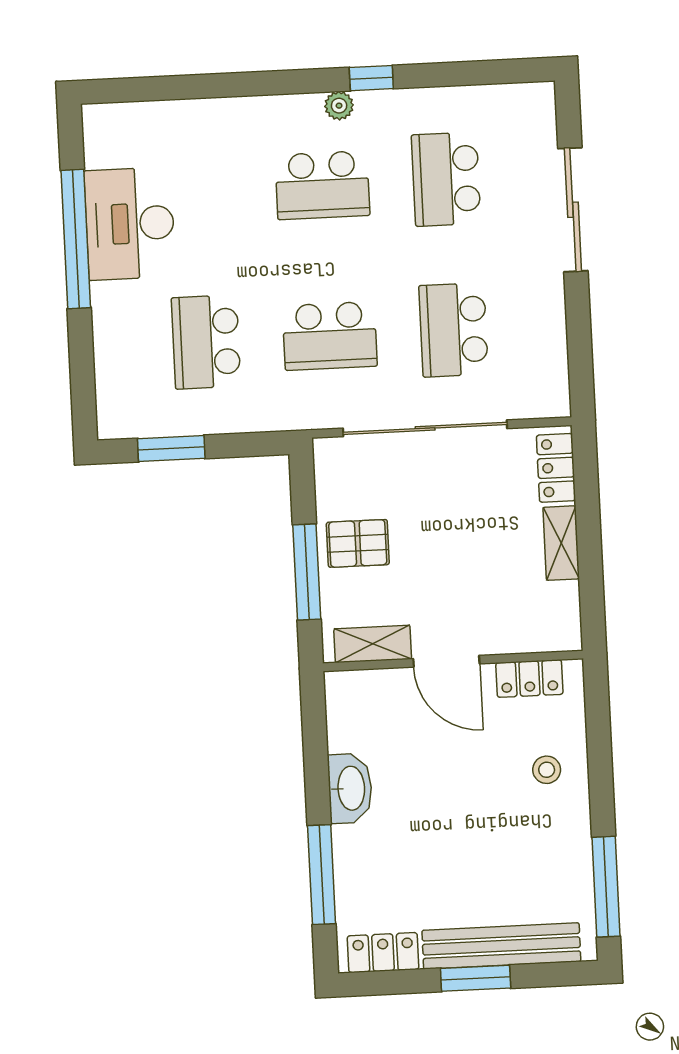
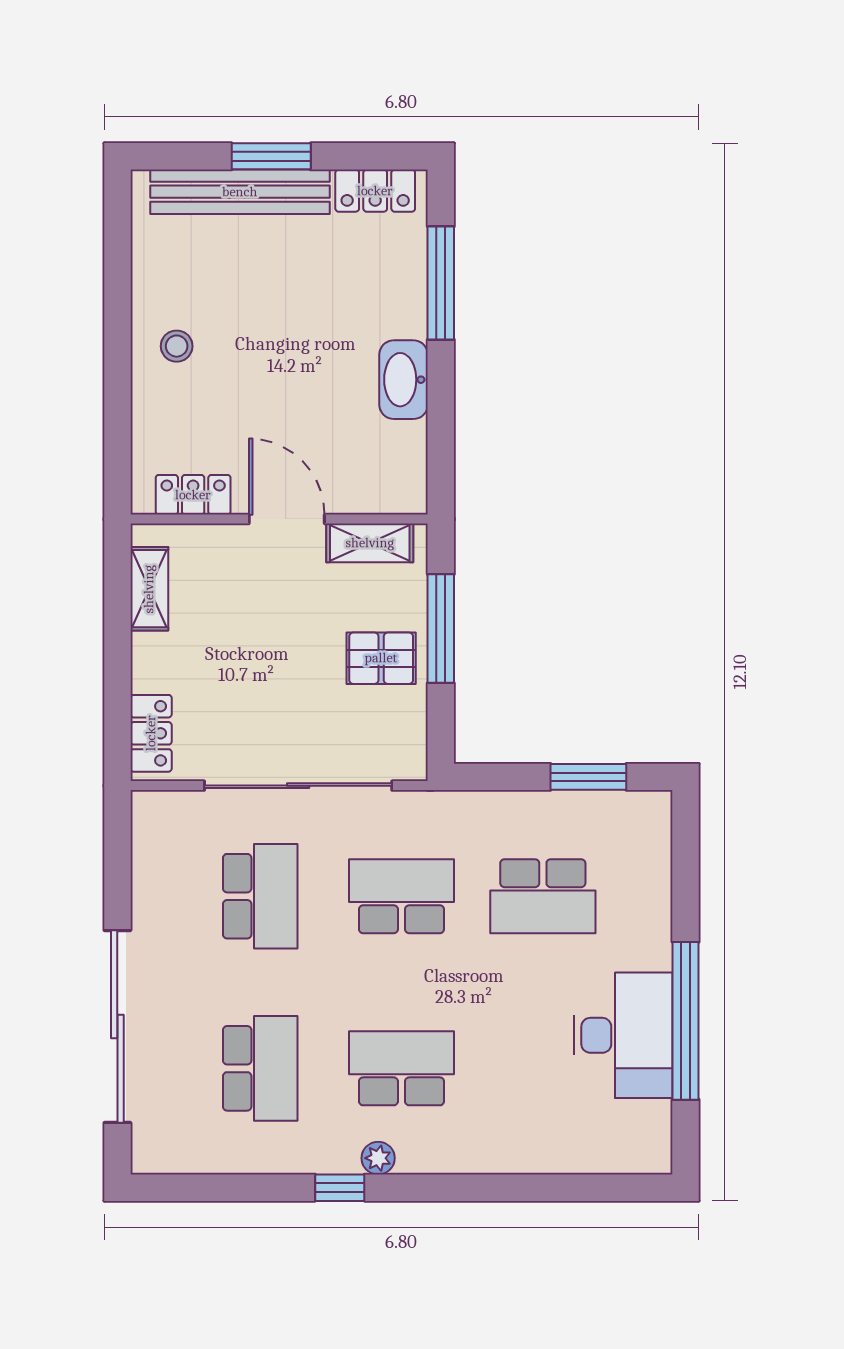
sliding door: (573, 210) -> (117, 1026), width x1.36
school desk: (206, 342) -> (543, 896), turned 90
shelving: (561, 543) -> (149, 589), moved
stool: (547, 770) -> (177, 346), moved
window: (606, 887) -> (117, 253), removed

